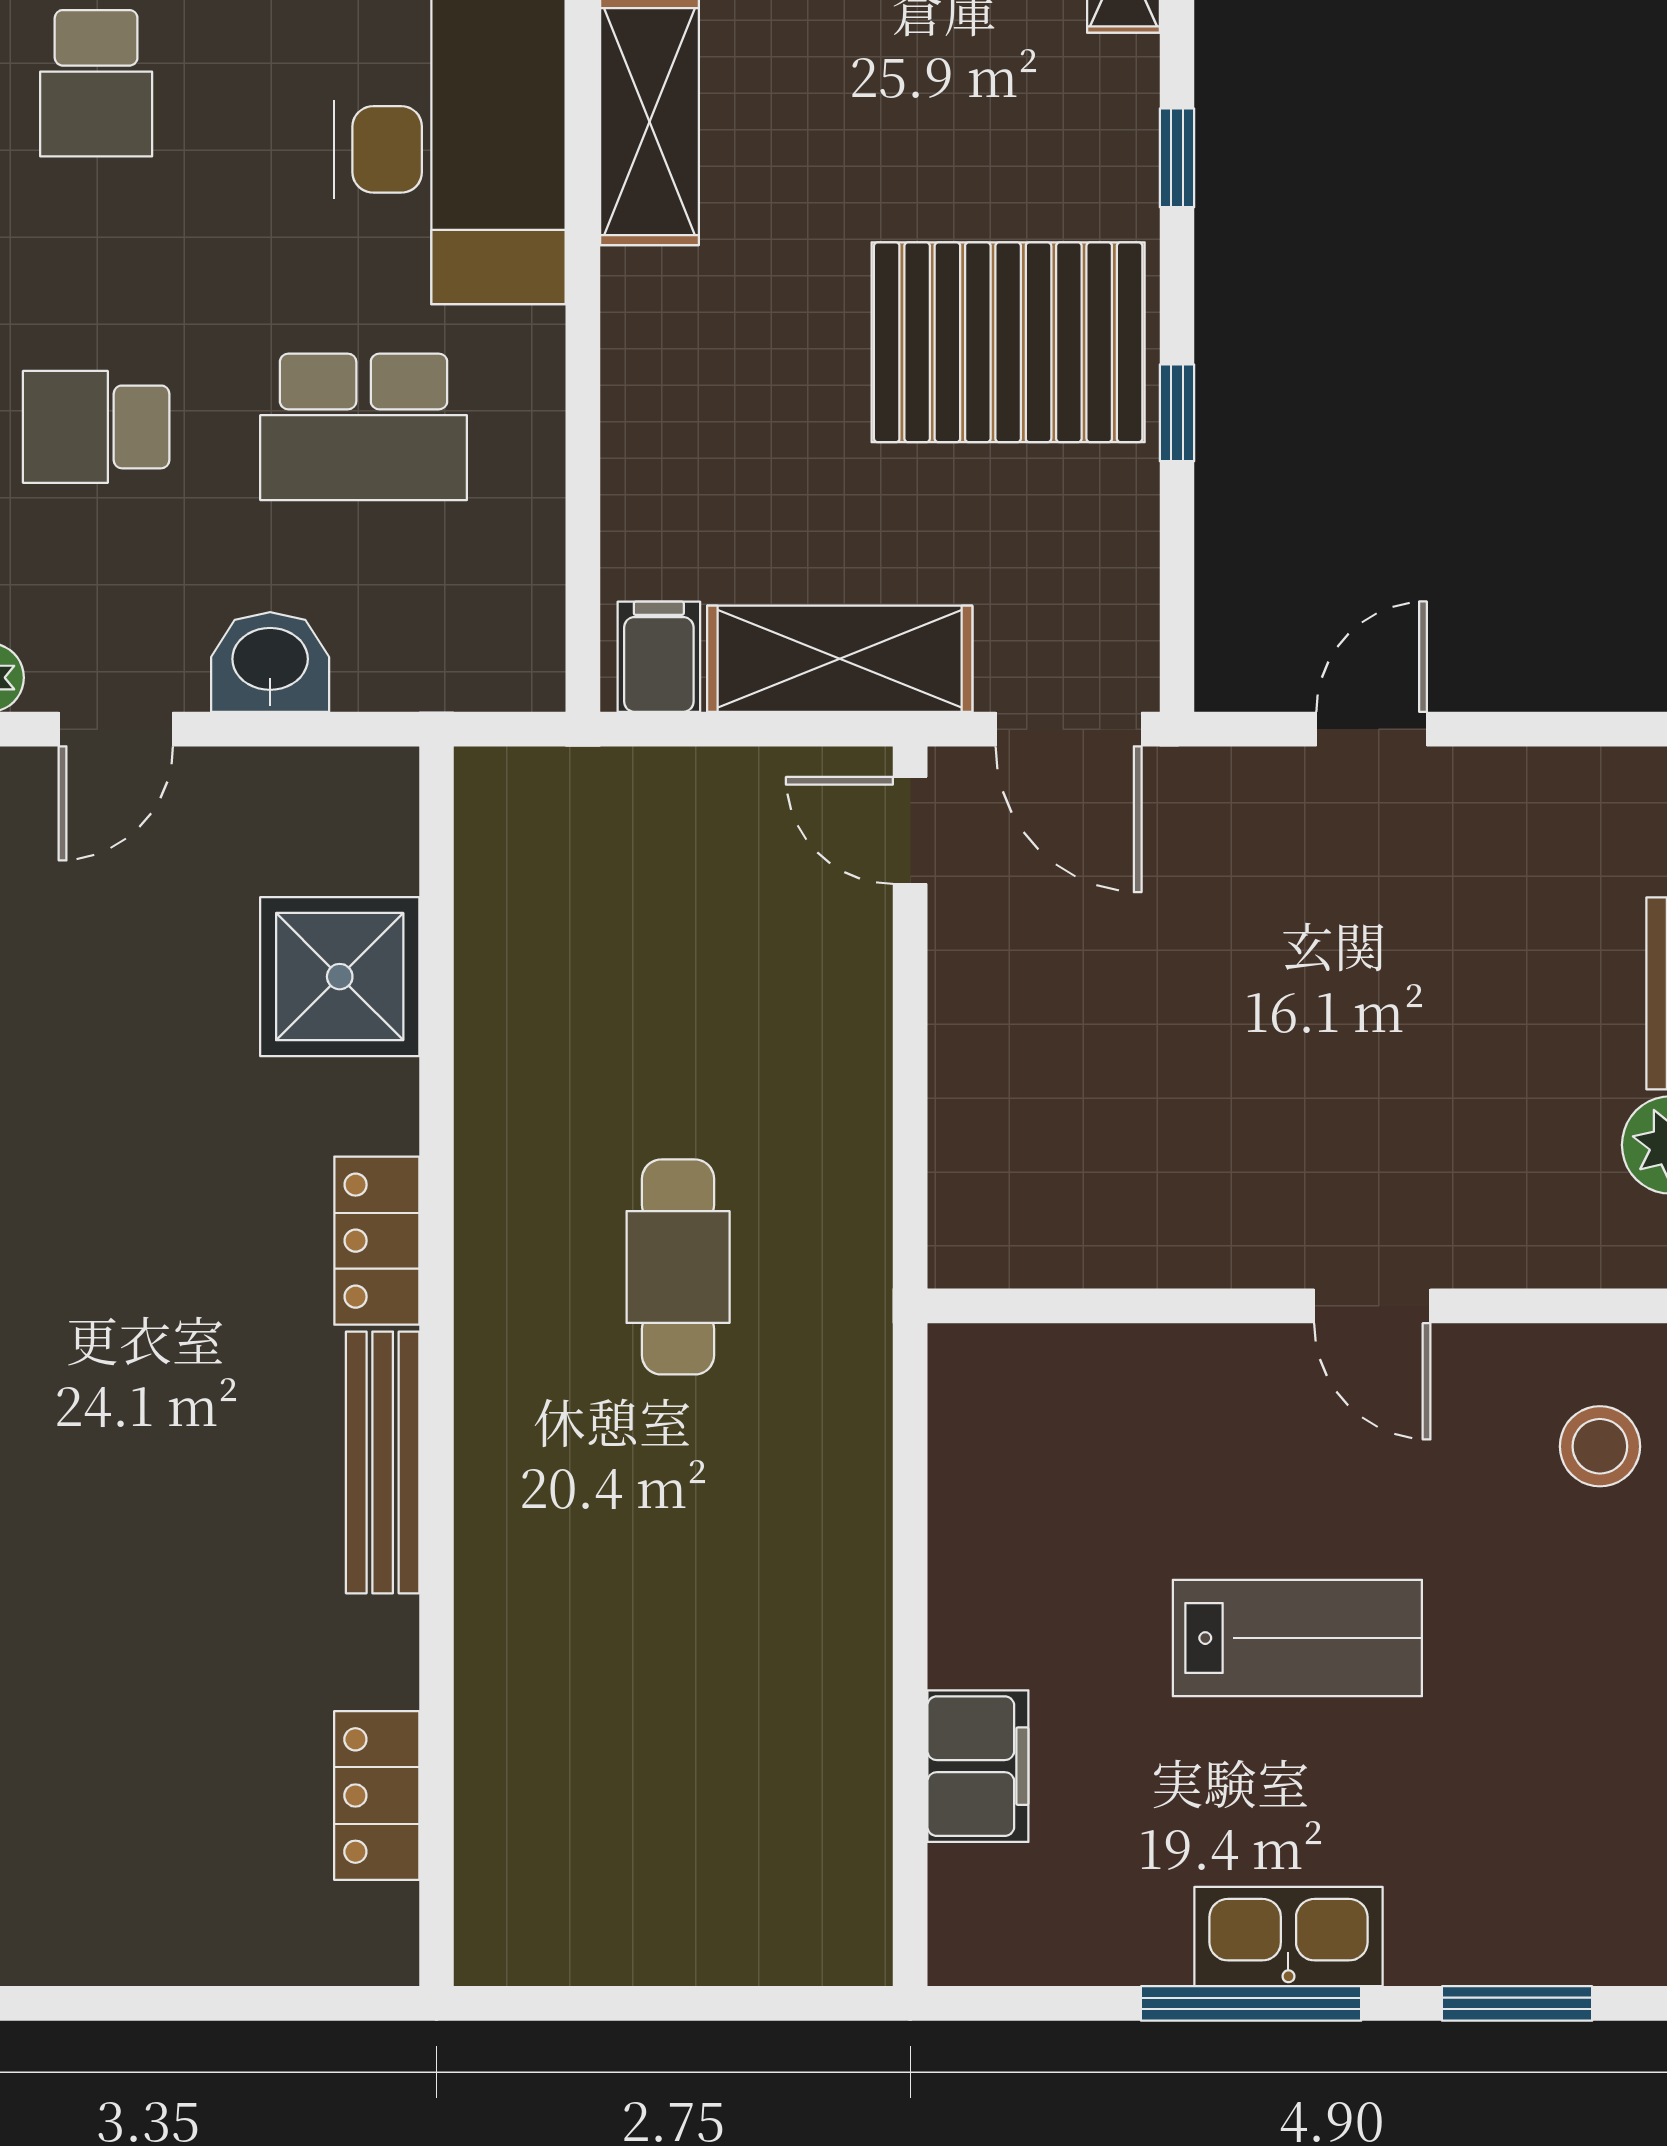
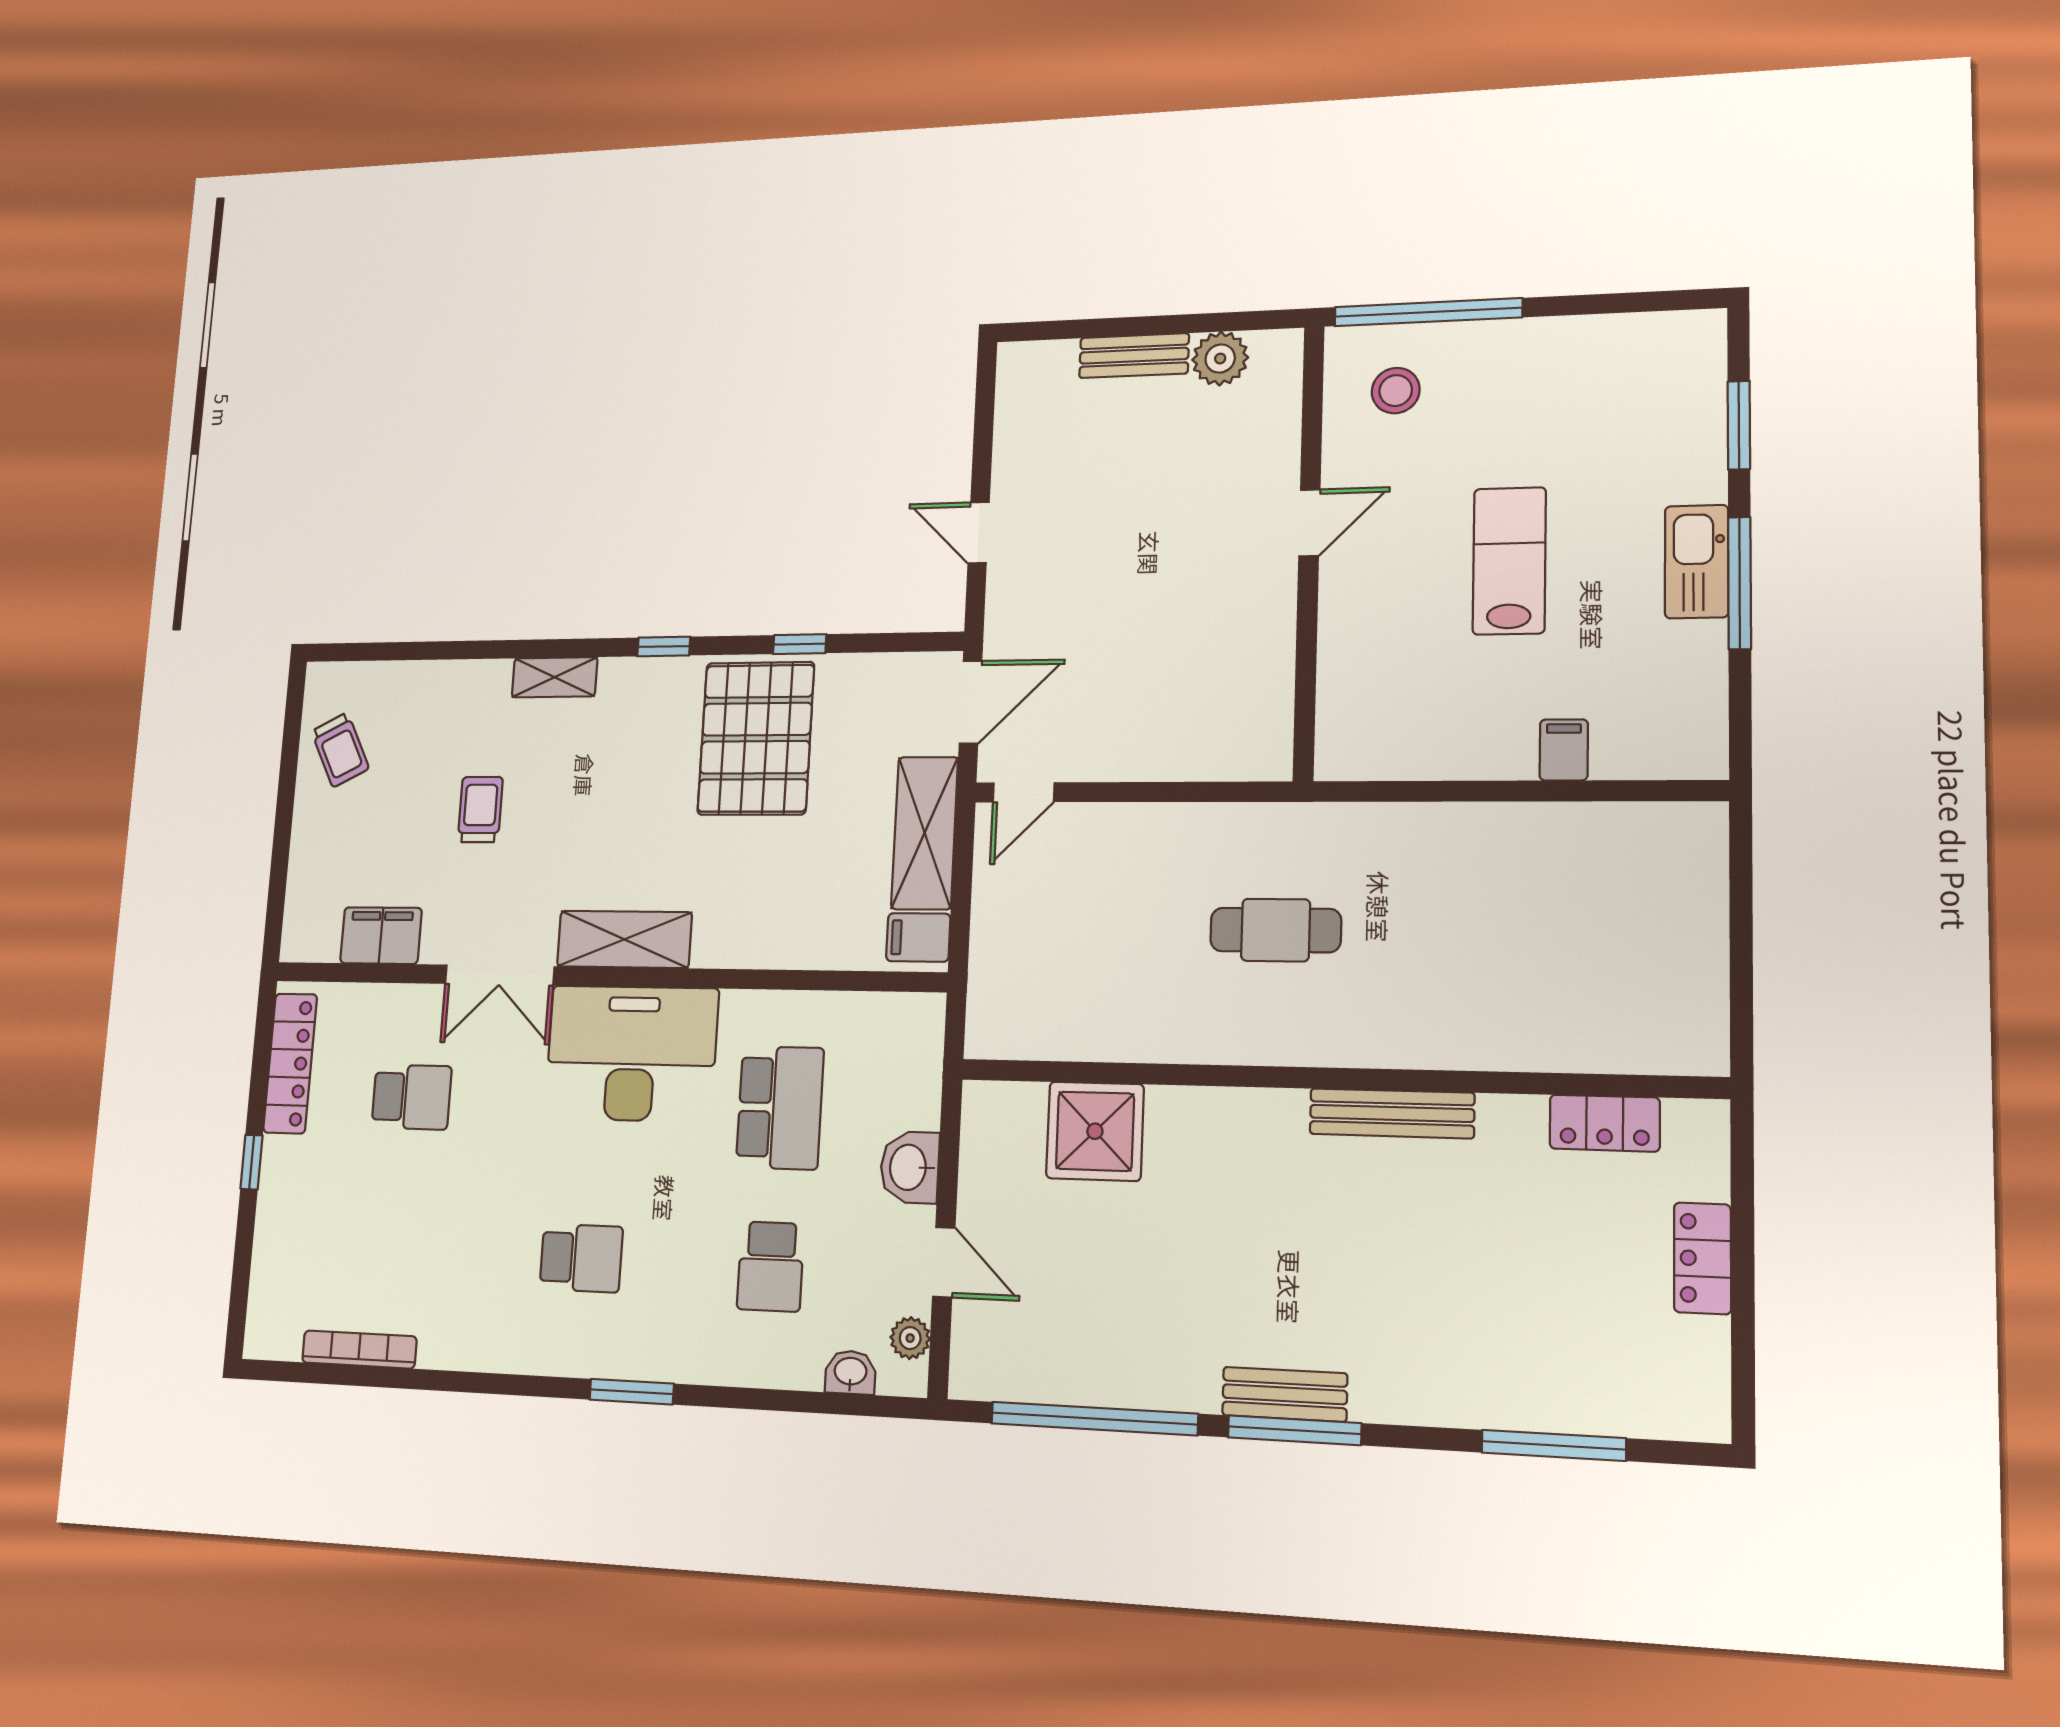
locker: (377, 1241) -> (1702, 1258), moved, turned 90
filing cabinet: (978, 1766) -> (1564, 750), width x0.50

